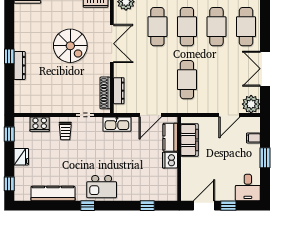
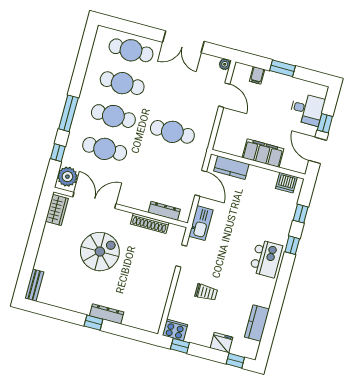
double door: (112, 44) -> (94, 200), moved
shoe rack: (105, 93) -> (150, 223), moved
plant: (251, 104) -> (225, 64), width x0.53, depth x0.53
cooker: (40, 124) -> (175, 330), moved, turned -90
trolley: (65, 131) -> (206, 292), moved
filing cabinet: (189, 140) -> (263, 153), moved
fridge: (21, 157) -> (221, 343), moved
dishwasher: (170, 160) -> (286, 183), moved
desk: (248, 188) -> (307, 109), moved
kitchen counter: (53, 194) -> (257, 323), width x0.67
window: (88, 206) -> (292, 245), moved

